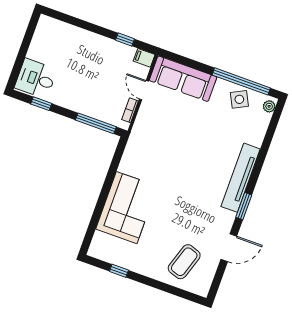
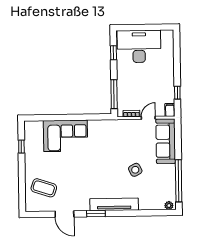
desk: (36, 79) -> (139, 46), width x1.87, depth x1.30
side table: (239, 99) -> (135, 170), moved

